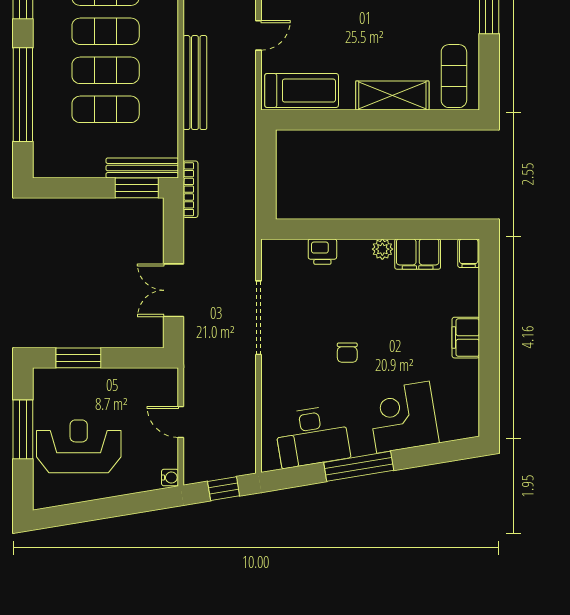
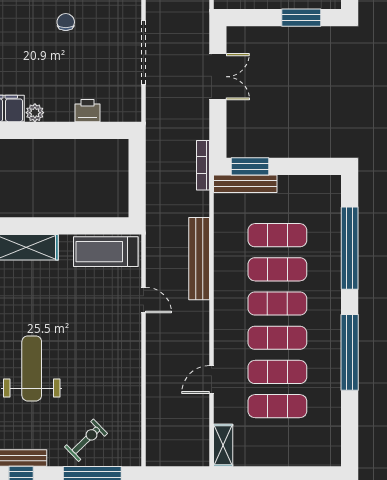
door: (259, 35) -> (143, 300), swing flipped

